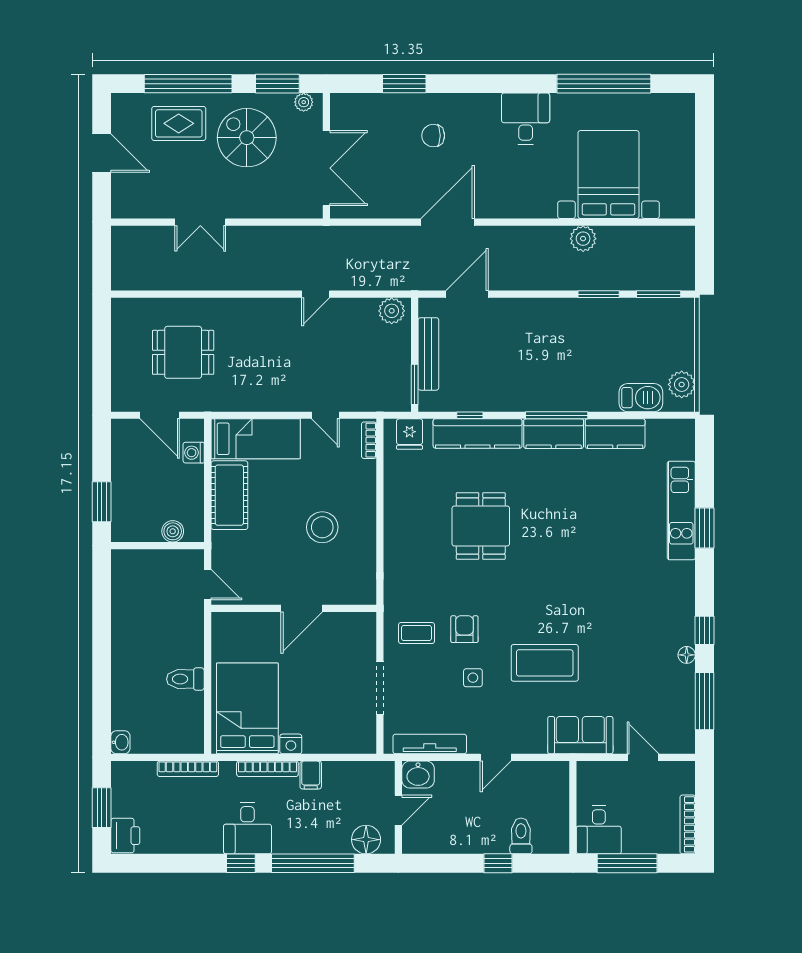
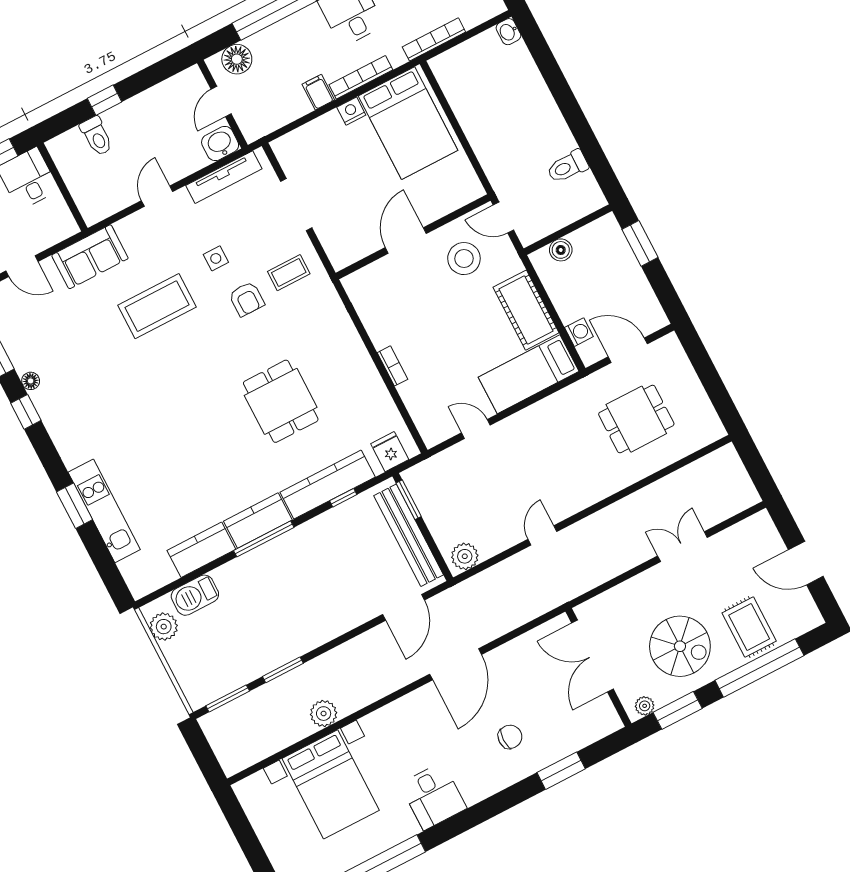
rug: (179, 123) -> (749, 627), turned 90
bench: (428, 354) -> (409, 535), width x1.37, depth x1.21
bookcase: (369, 440) -> (392, 366), moved
stool: (322, 527) -> (464, 259), moved
toilet: (185, 679) -> (568, 167), moved, turned 180

